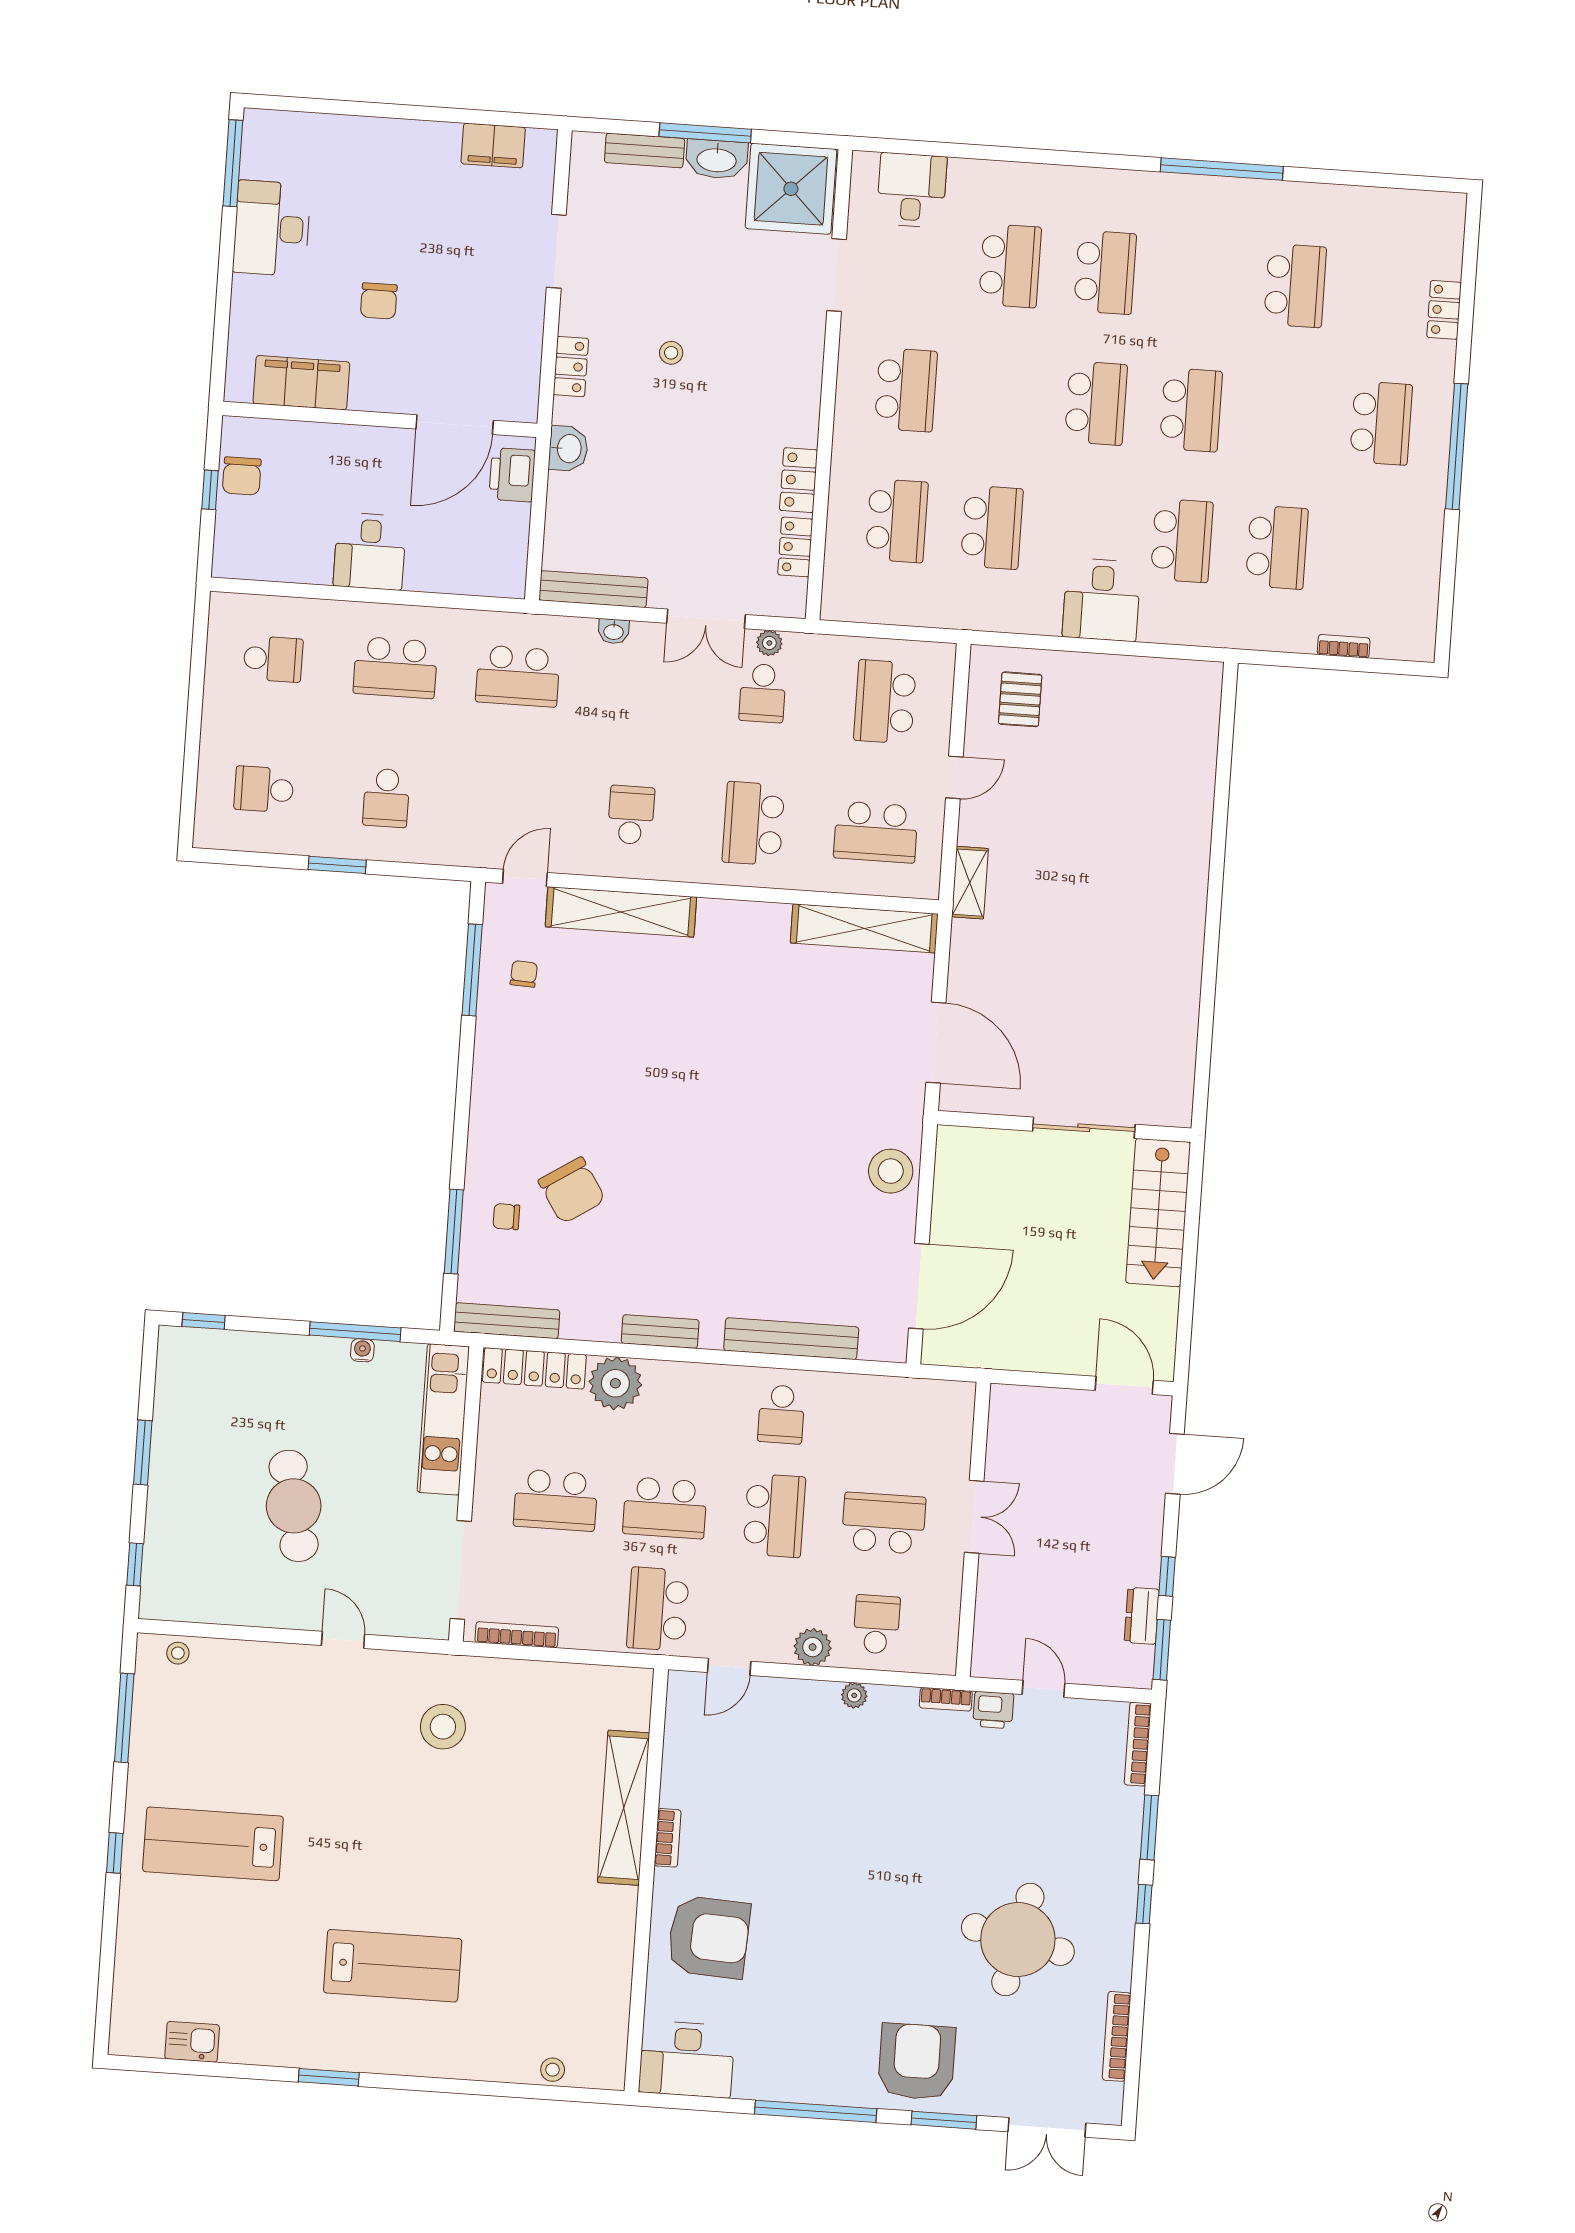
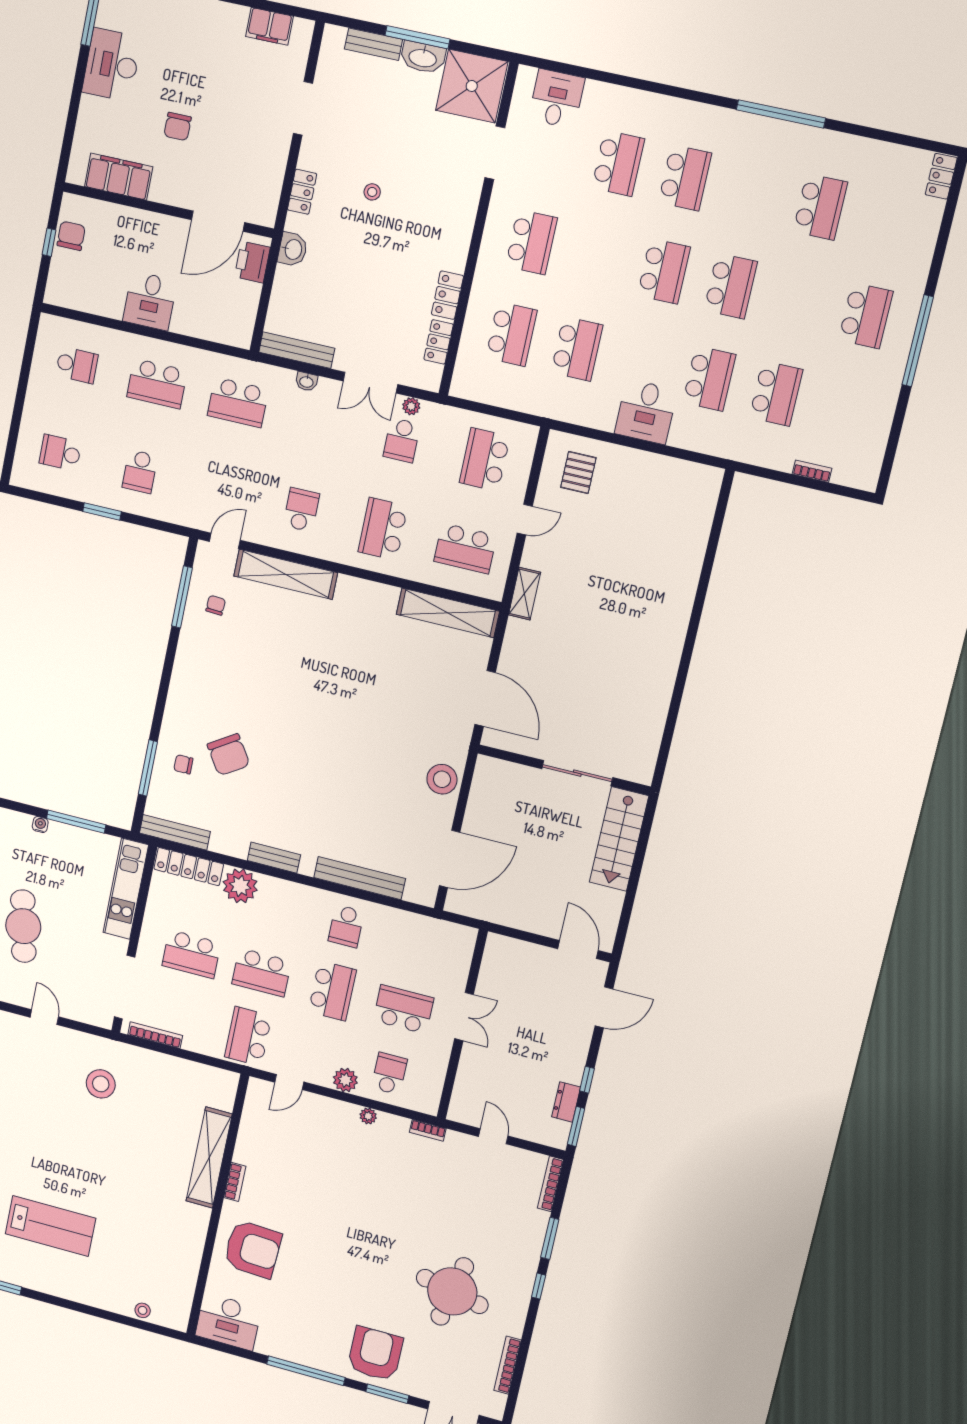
locker: (1444, 310) -> (941, 176), moved
chair: (242, 476) -> (71, 236), turned 180
water cooler: (362, 1350) -> (40, 825), moved
printer: (993, 1710) -> (458, 1143), removed

